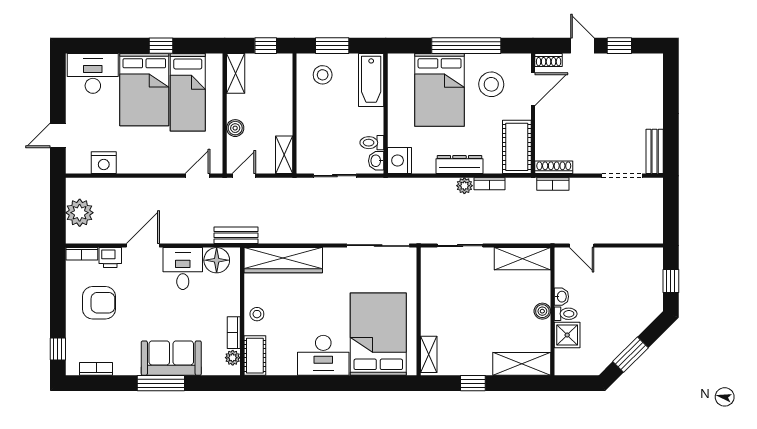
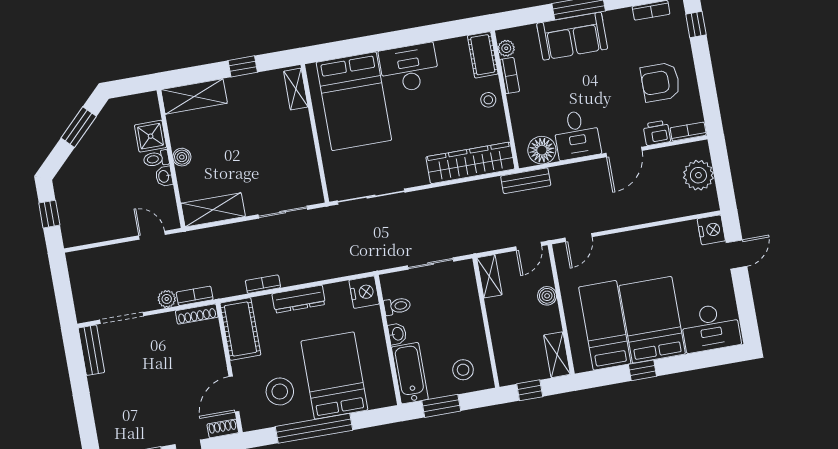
window: (332, 46) -> (441, 406), moved
washbasin: (376, 161) -> (397, 334), moved
nightstand: (104, 163) -> (711, 230), moved, turned 90
plant: (464, 186) -> (167, 299), moved

